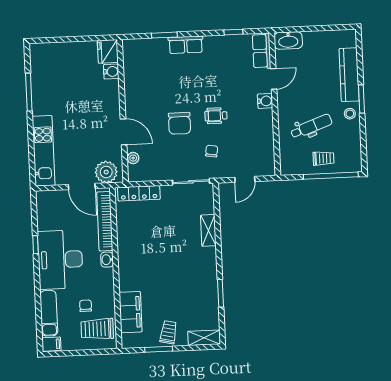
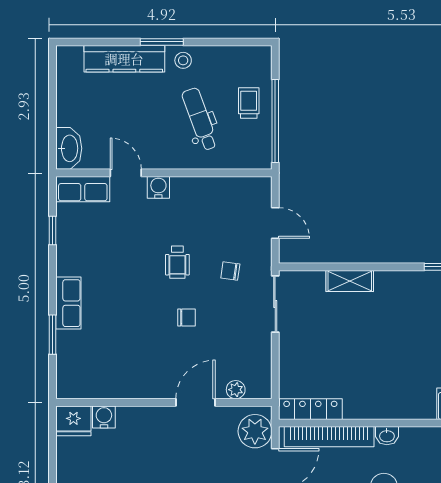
chair: (180, 123) -> (186, 318), width x0.54, depth x0.54
window: (331, 176) -> (275, 121), moved
locker: (139, 193) -> (310, 409), moved, turned -90

